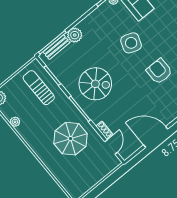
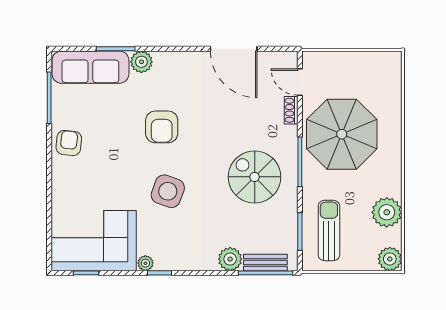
sun lounger: (39, 88) -> (329, 230), turned 180
plant: (15, 122) -> (387, 212), width x1.88, depth x1.88
parasol: (71, 139) -> (342, 134), width x1.36, depth x1.36
door: (111, 147) -> (300, 82), hinge flipped

